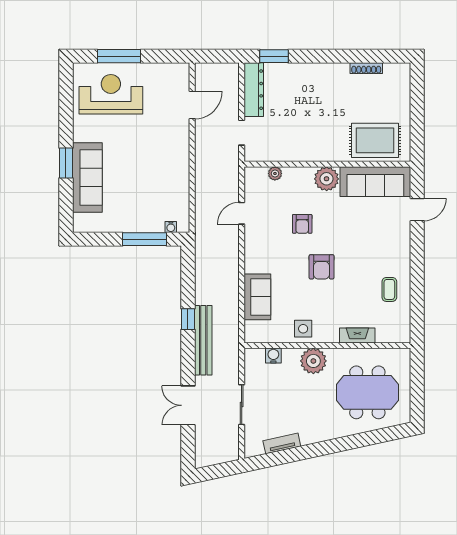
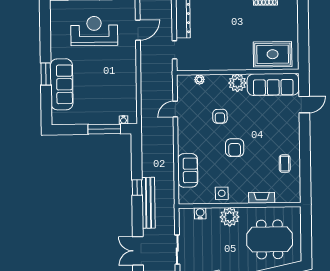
reception desk: (111, 94) -> (94, 31), moved

